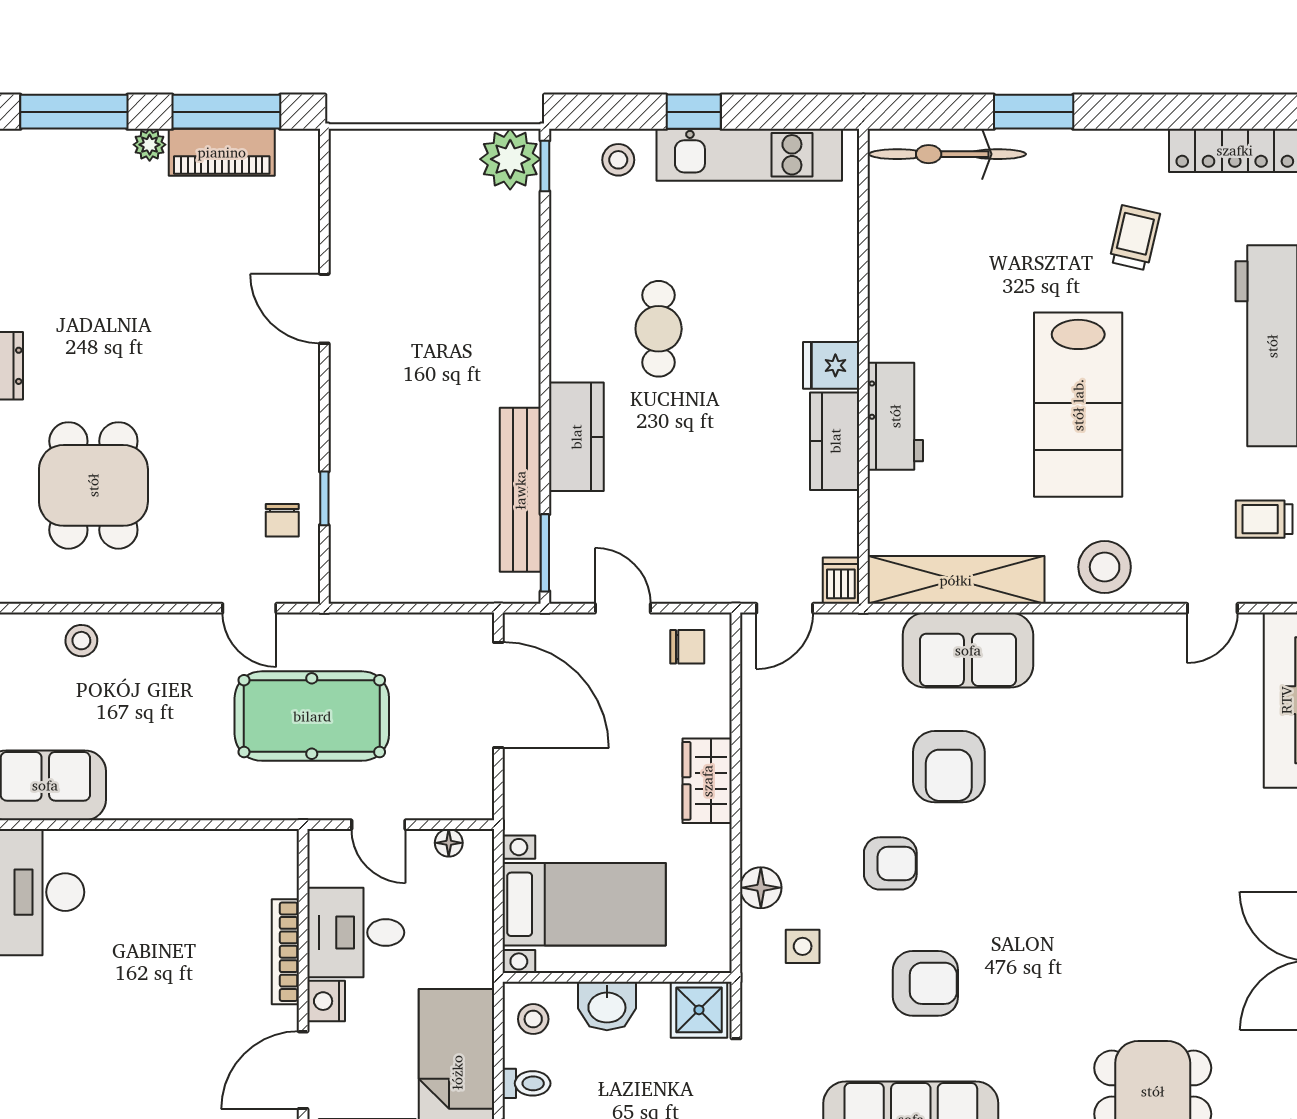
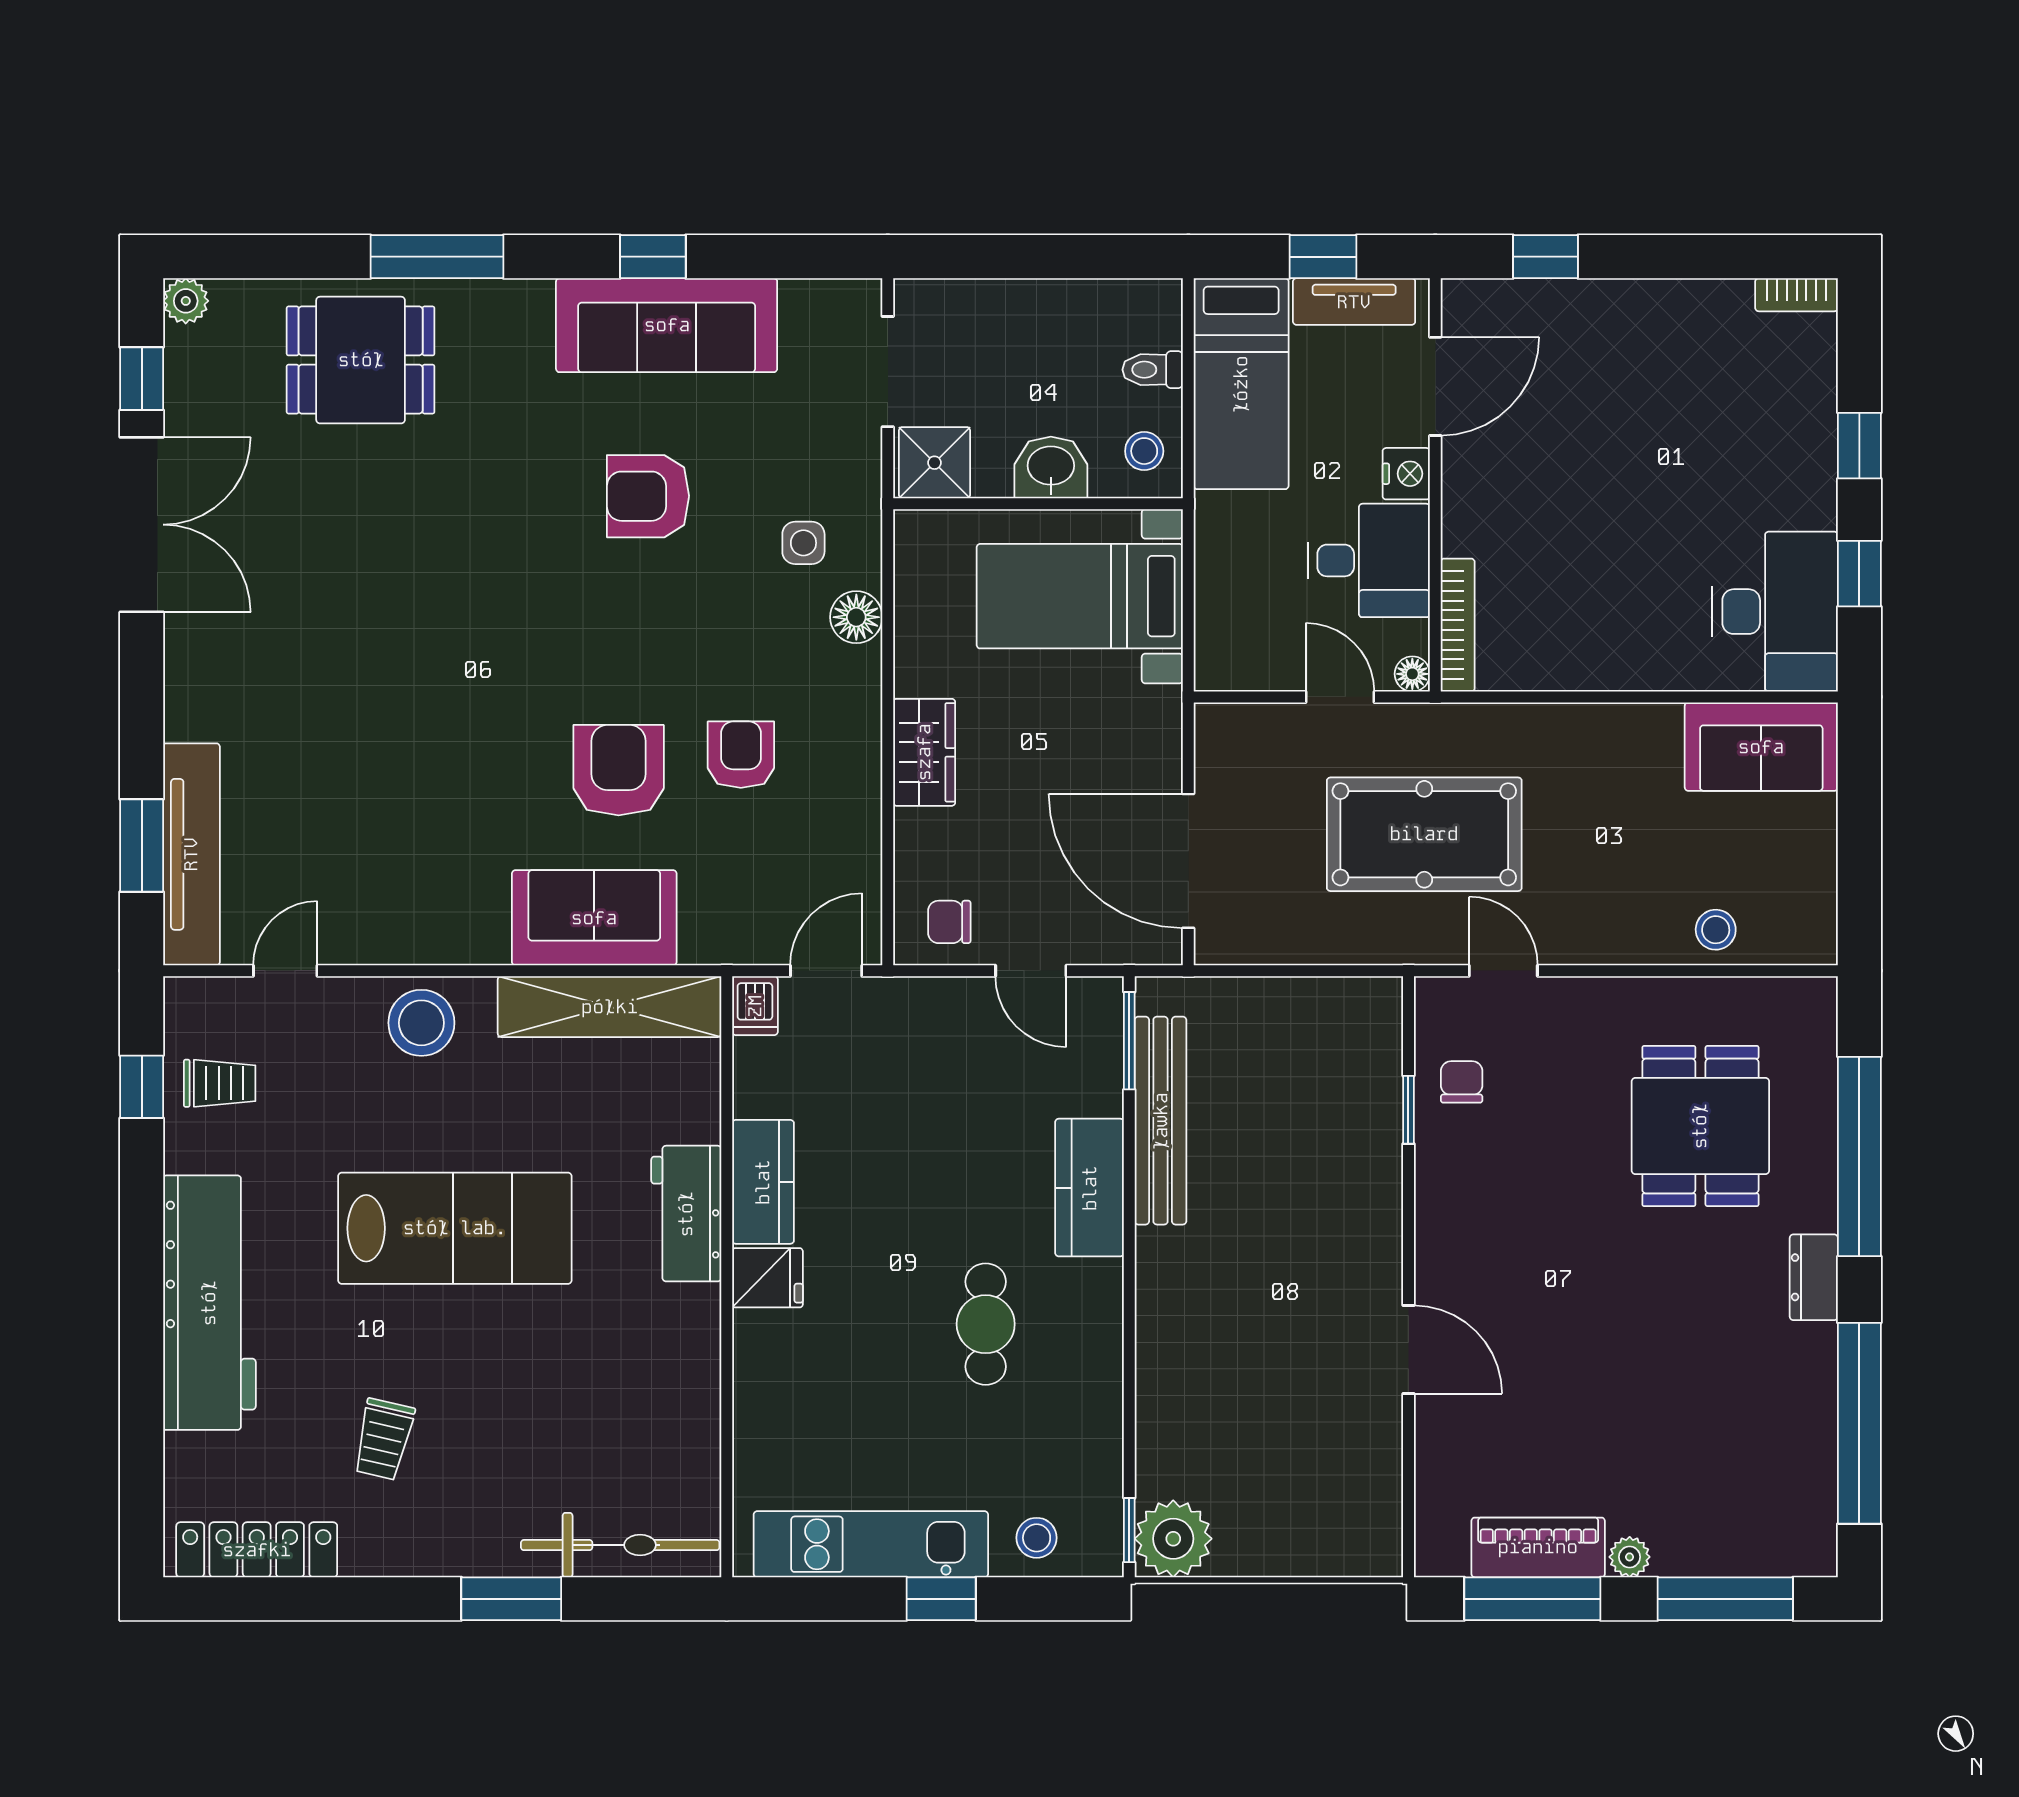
lab bench: (1078, 405) -> (455, 1228), turned 90
floor lamp: (449, 843) -> (1412, 674), moved
armchair: (890, 863) -> (741, 755), moved, turned 90
bookcase: (285, 952) -> (1458, 625), moved

